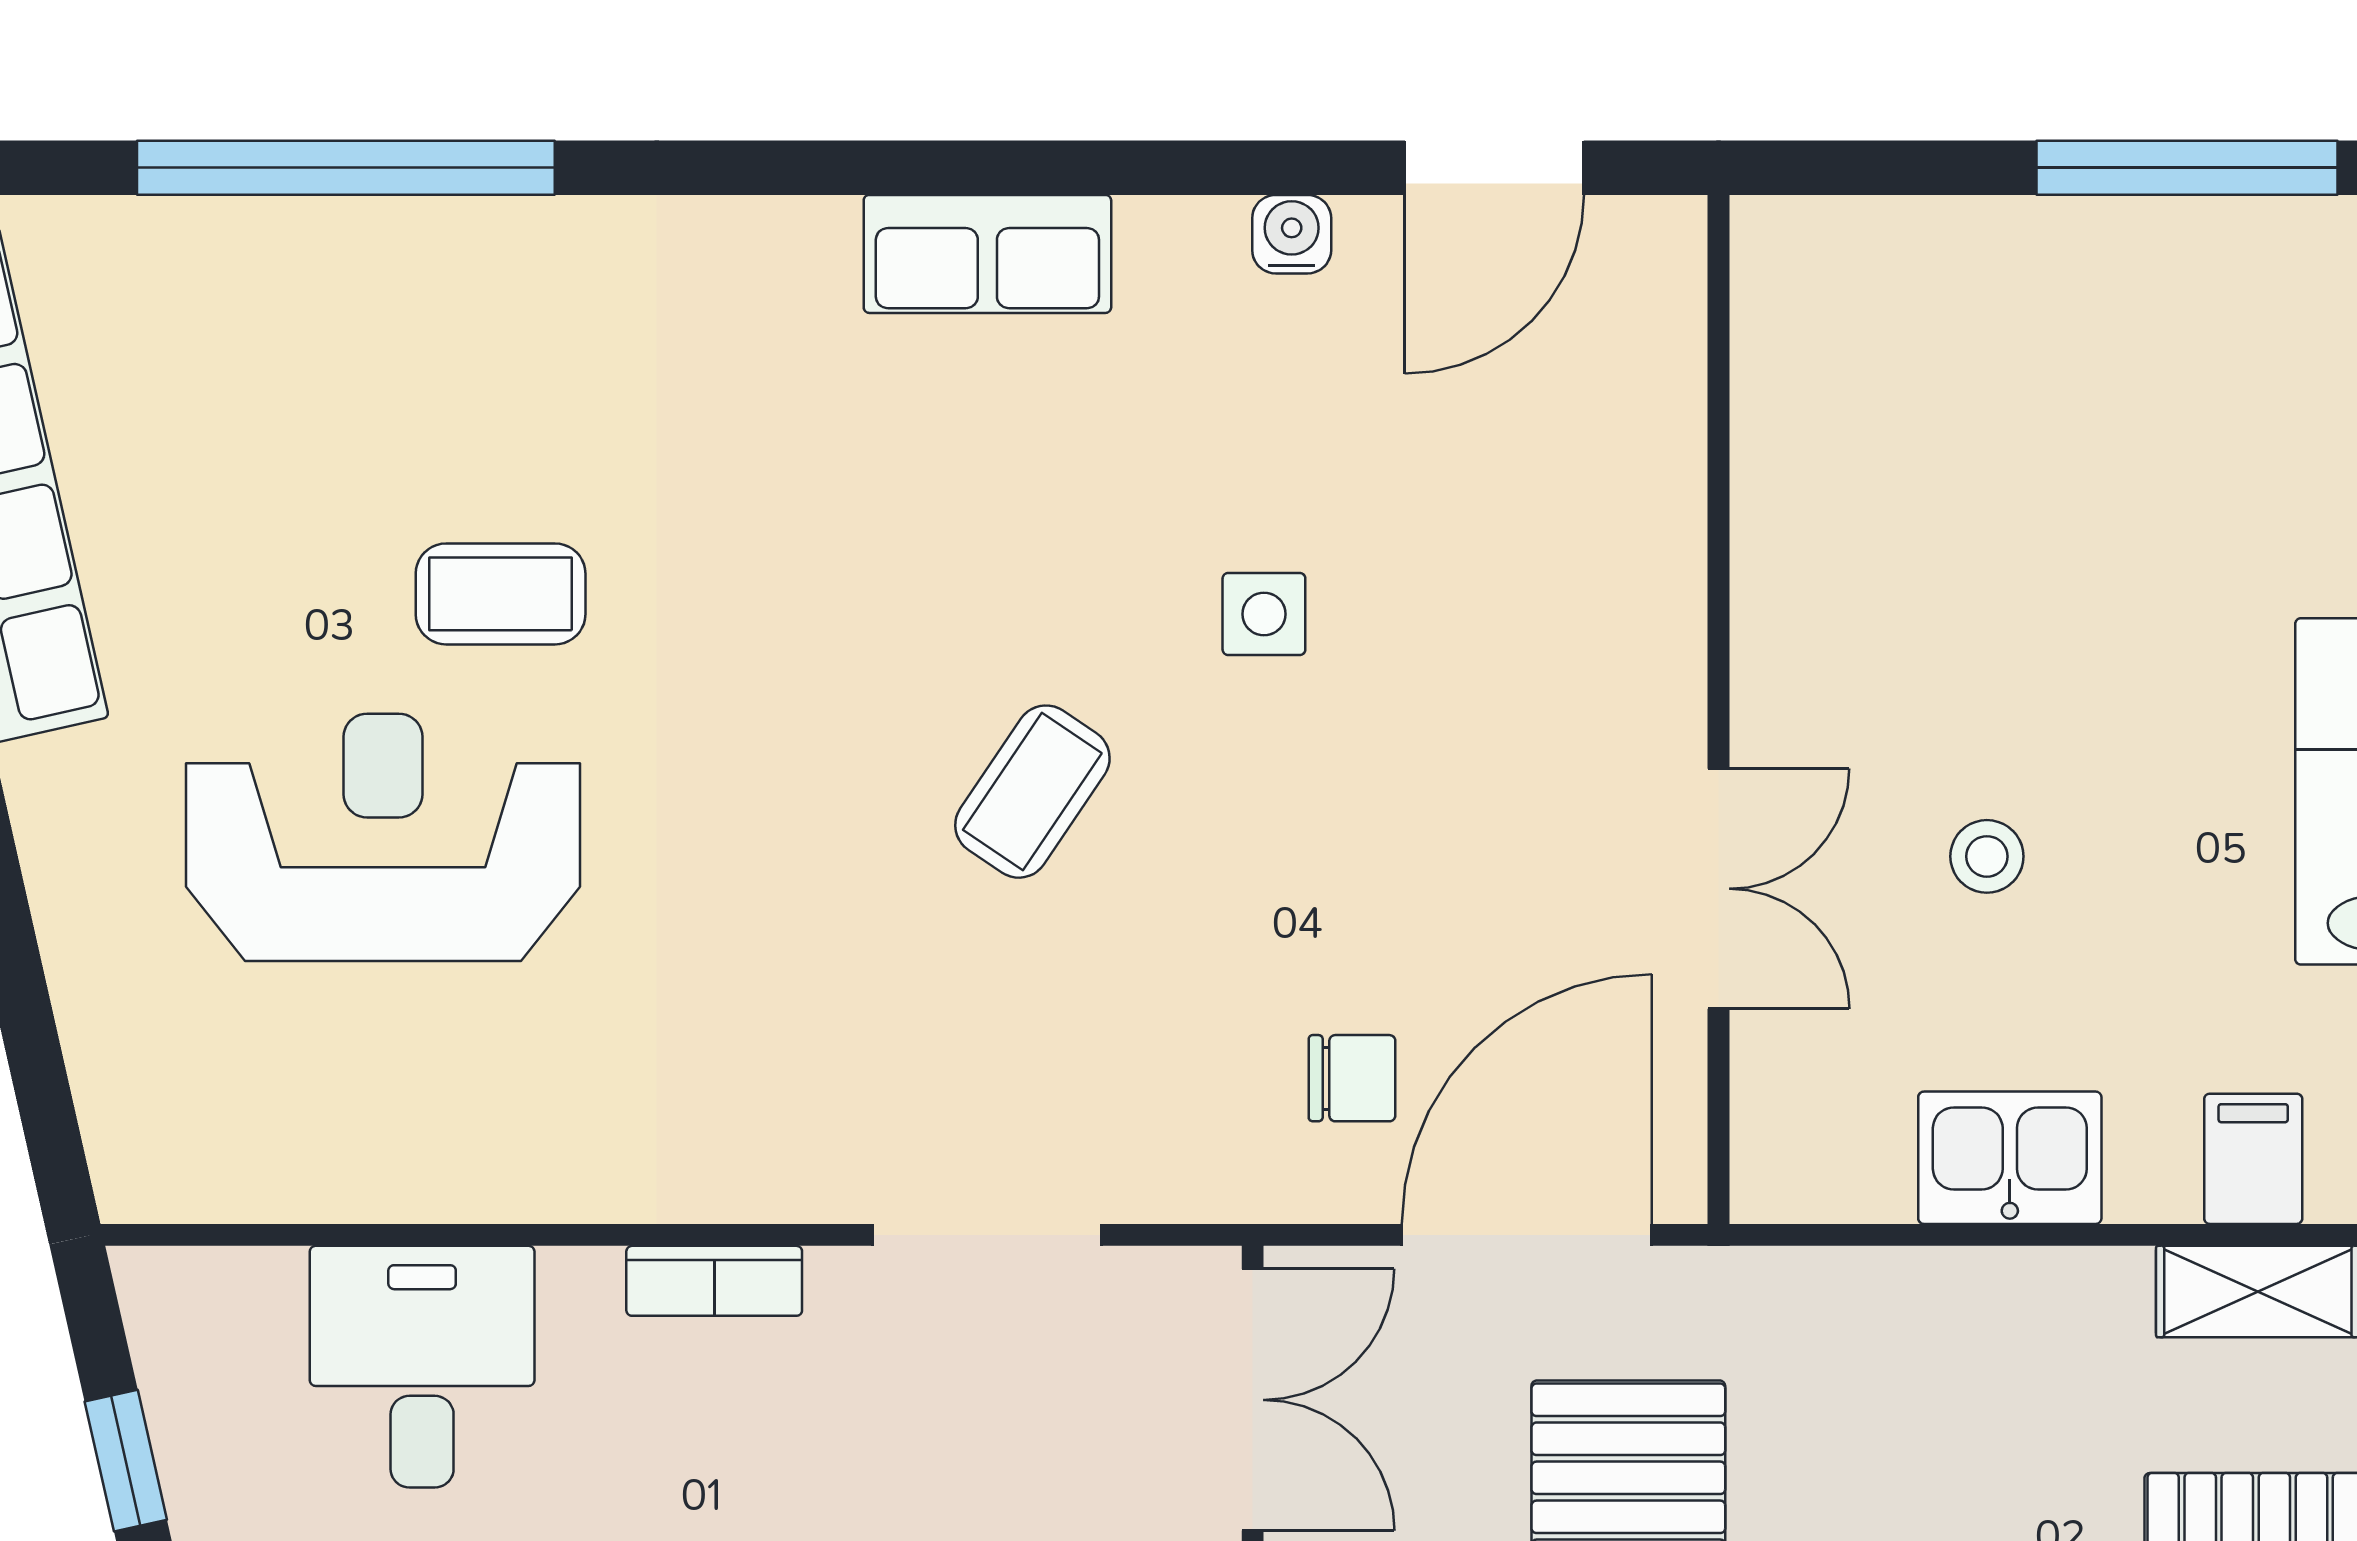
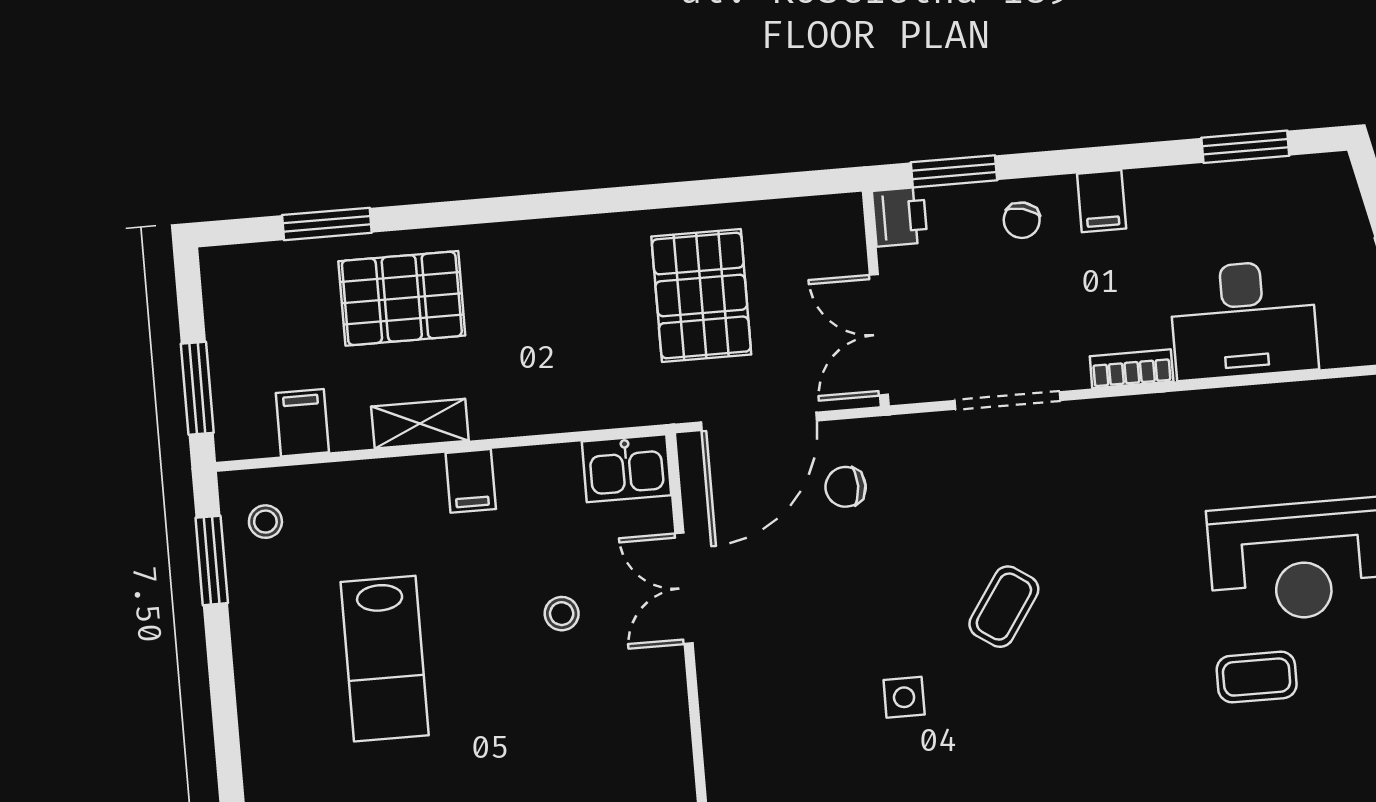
kitchen sink: (2010, 1158) -> (626, 468), moved
filing cabinet: (2253, 1159) -> (471, 481), moved
desk: (422, 1367) -> (1244, 320), width x1.37

